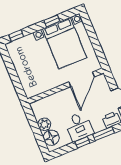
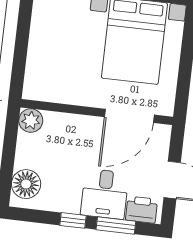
plant: (44, 124) -> (31, 121), moved
desk: (79, 127) -> (105, 194), moved

